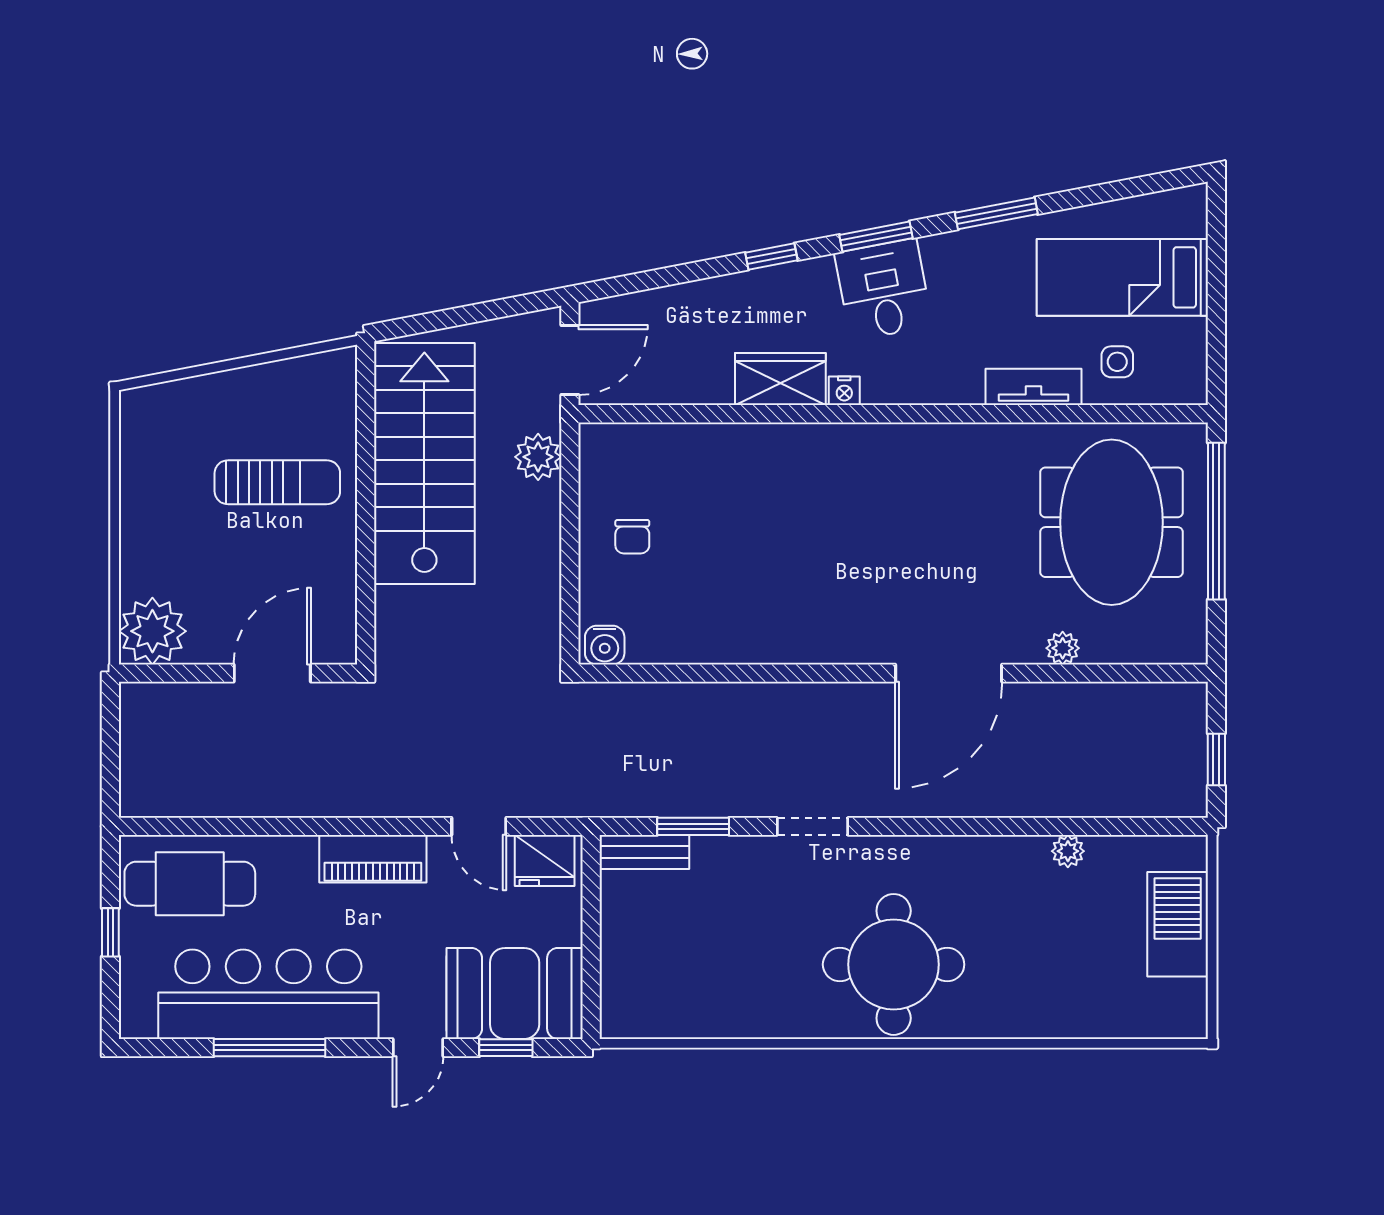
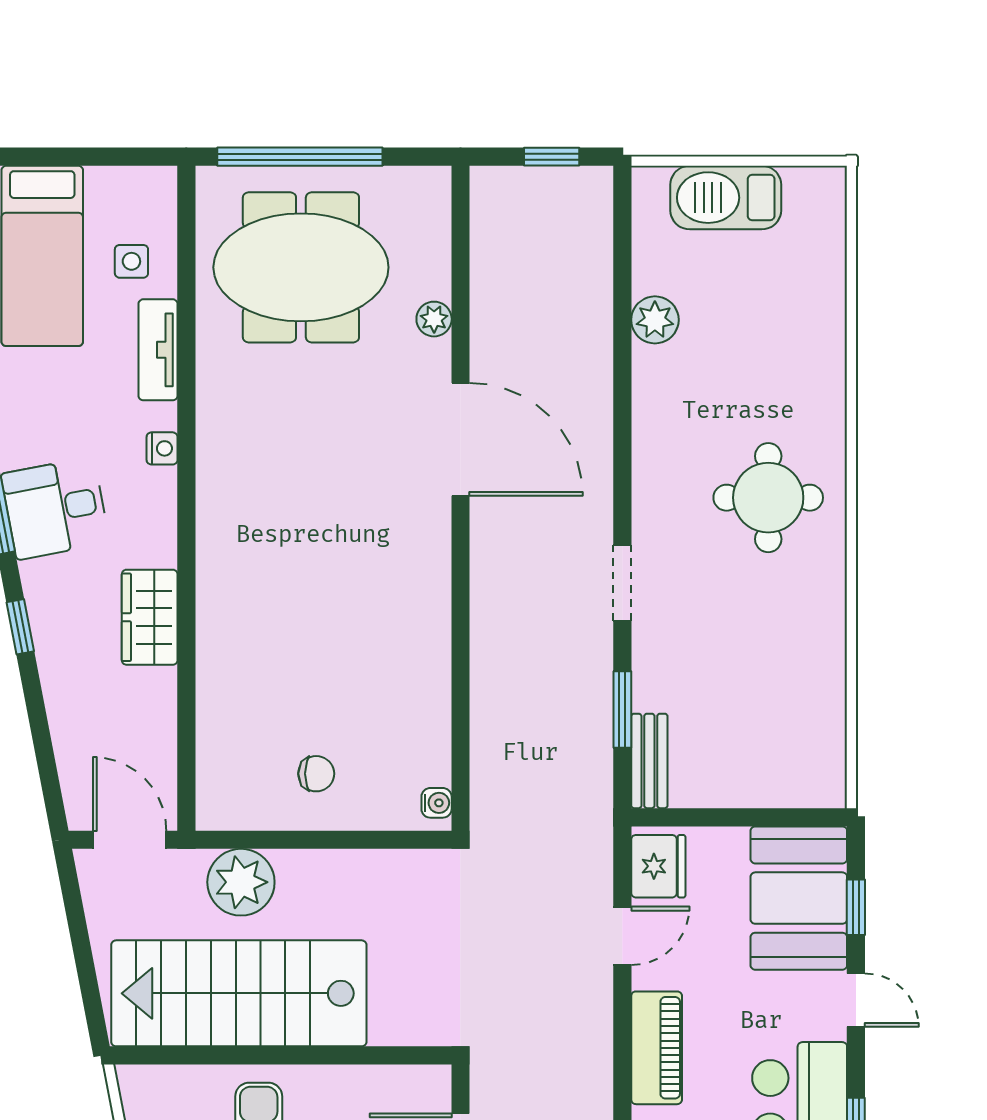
nightstand: (844, 391) -> (162, 448), moved
plant: (538, 457) -> (241, 882), width x1.36, depth x1.36
water cooler: (605, 645) -> (437, 803), width x0.72, depth x0.72
plant: (1068, 851) -> (655, 320), width x1.38, depth x1.38
round table: (894, 964) -> (768, 498), width x0.73, depth x0.73

